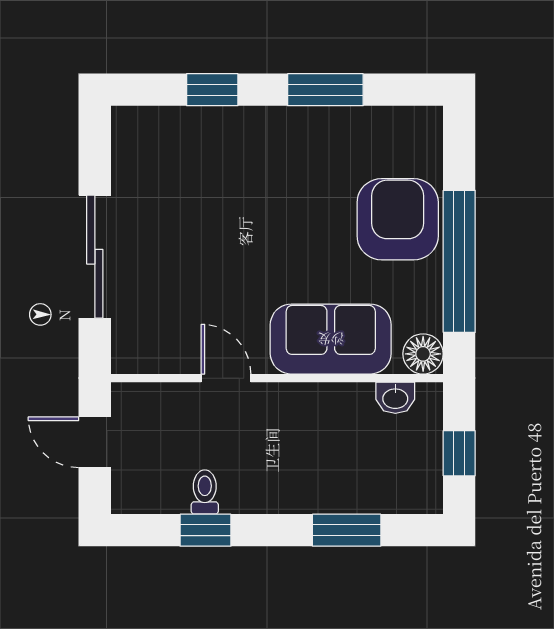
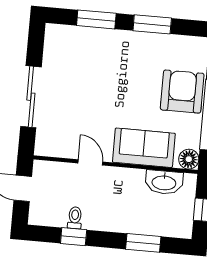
window: (212, 90) -> (96, 19), width x1.50
washbasin: (395, 398) -> (164, 182), width x1.91, depth x1.45

